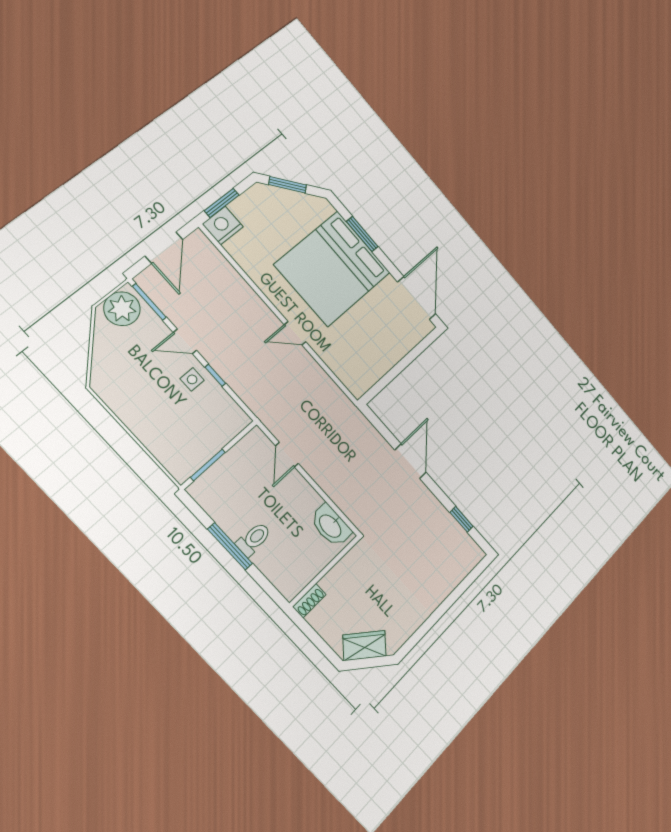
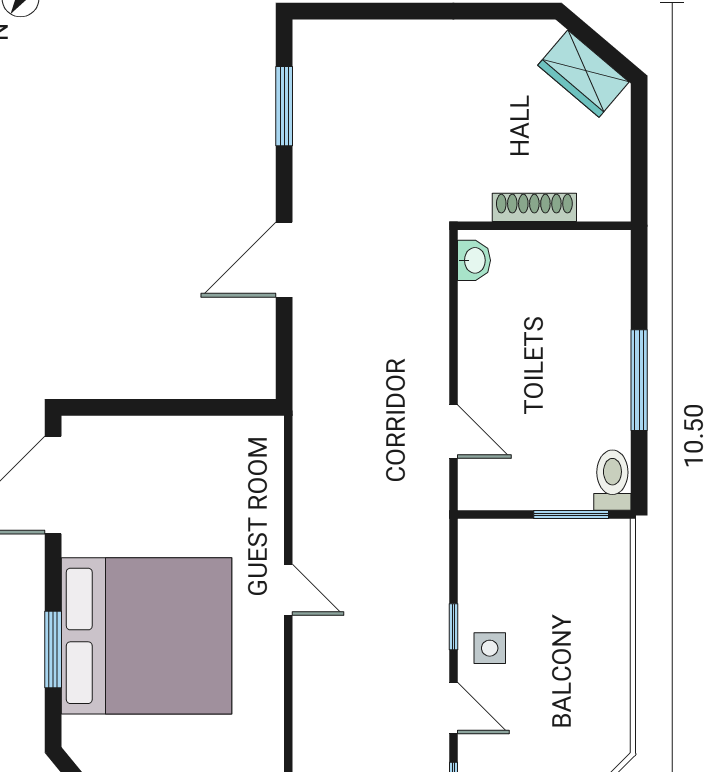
door: (287, 455) -> (453, 432), hinge flipped
window: (461, 519) -> (284, 106), width x1.50
washbasin: (331, 526) -> (474, 260), width x0.52, depth x0.69
toilet: (254, 539) -> (612, 480), moved, turned 90
shoe rack: (309, 601) -> (534, 207), moved, width x1.43

